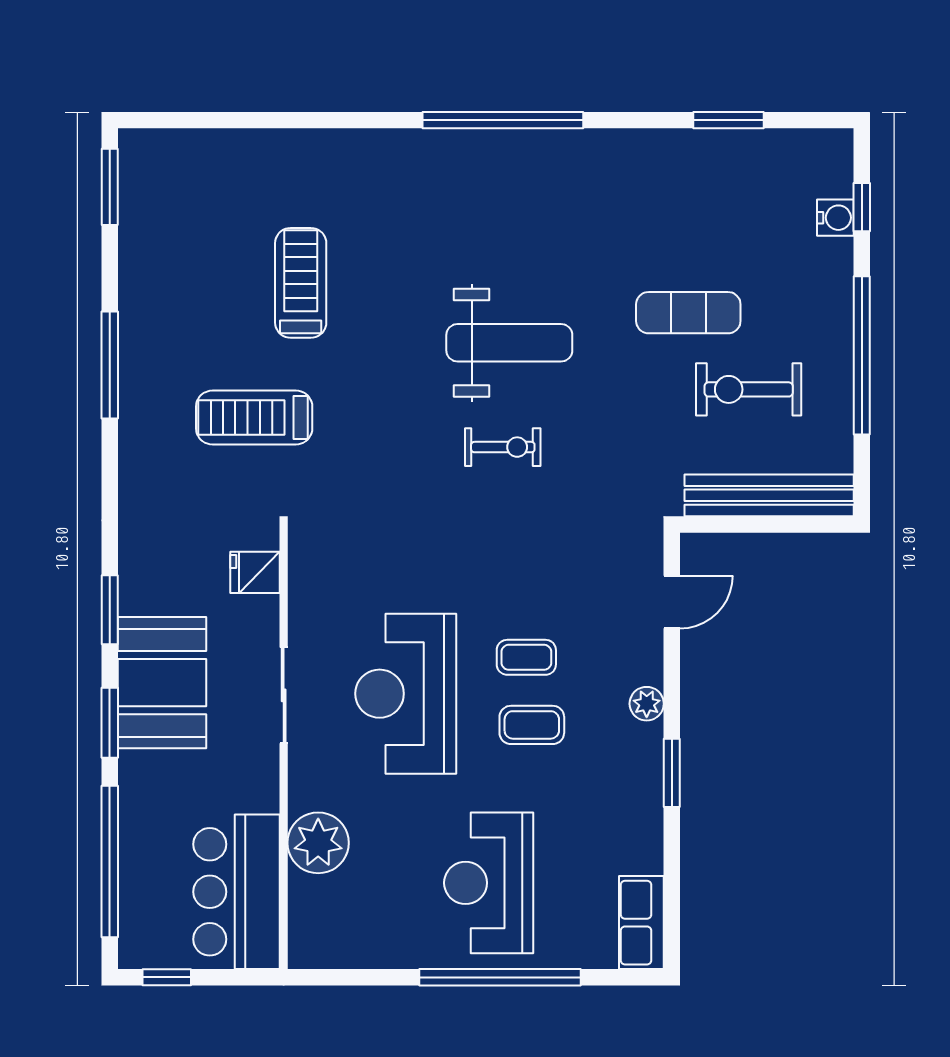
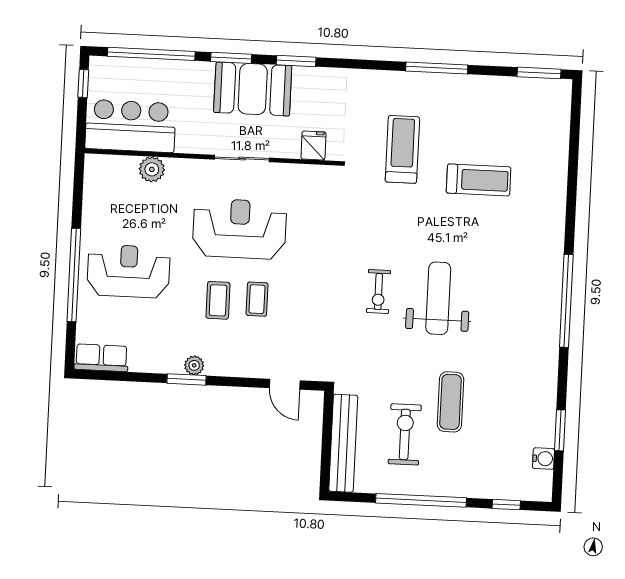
water cooler: (835, 218) -> (543, 459), moved, turned -90
weight bench: (509, 343) -> (438, 298), turned 180
plant: (647, 704) -> (194, 365), moved
plant: (318, 843) -> (152, 169), width x0.73, depth x0.73

